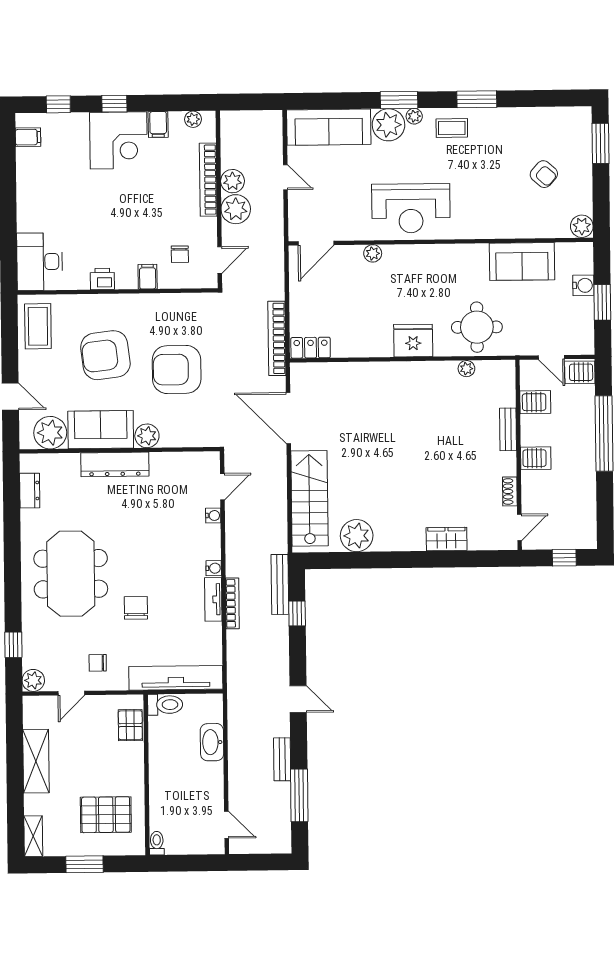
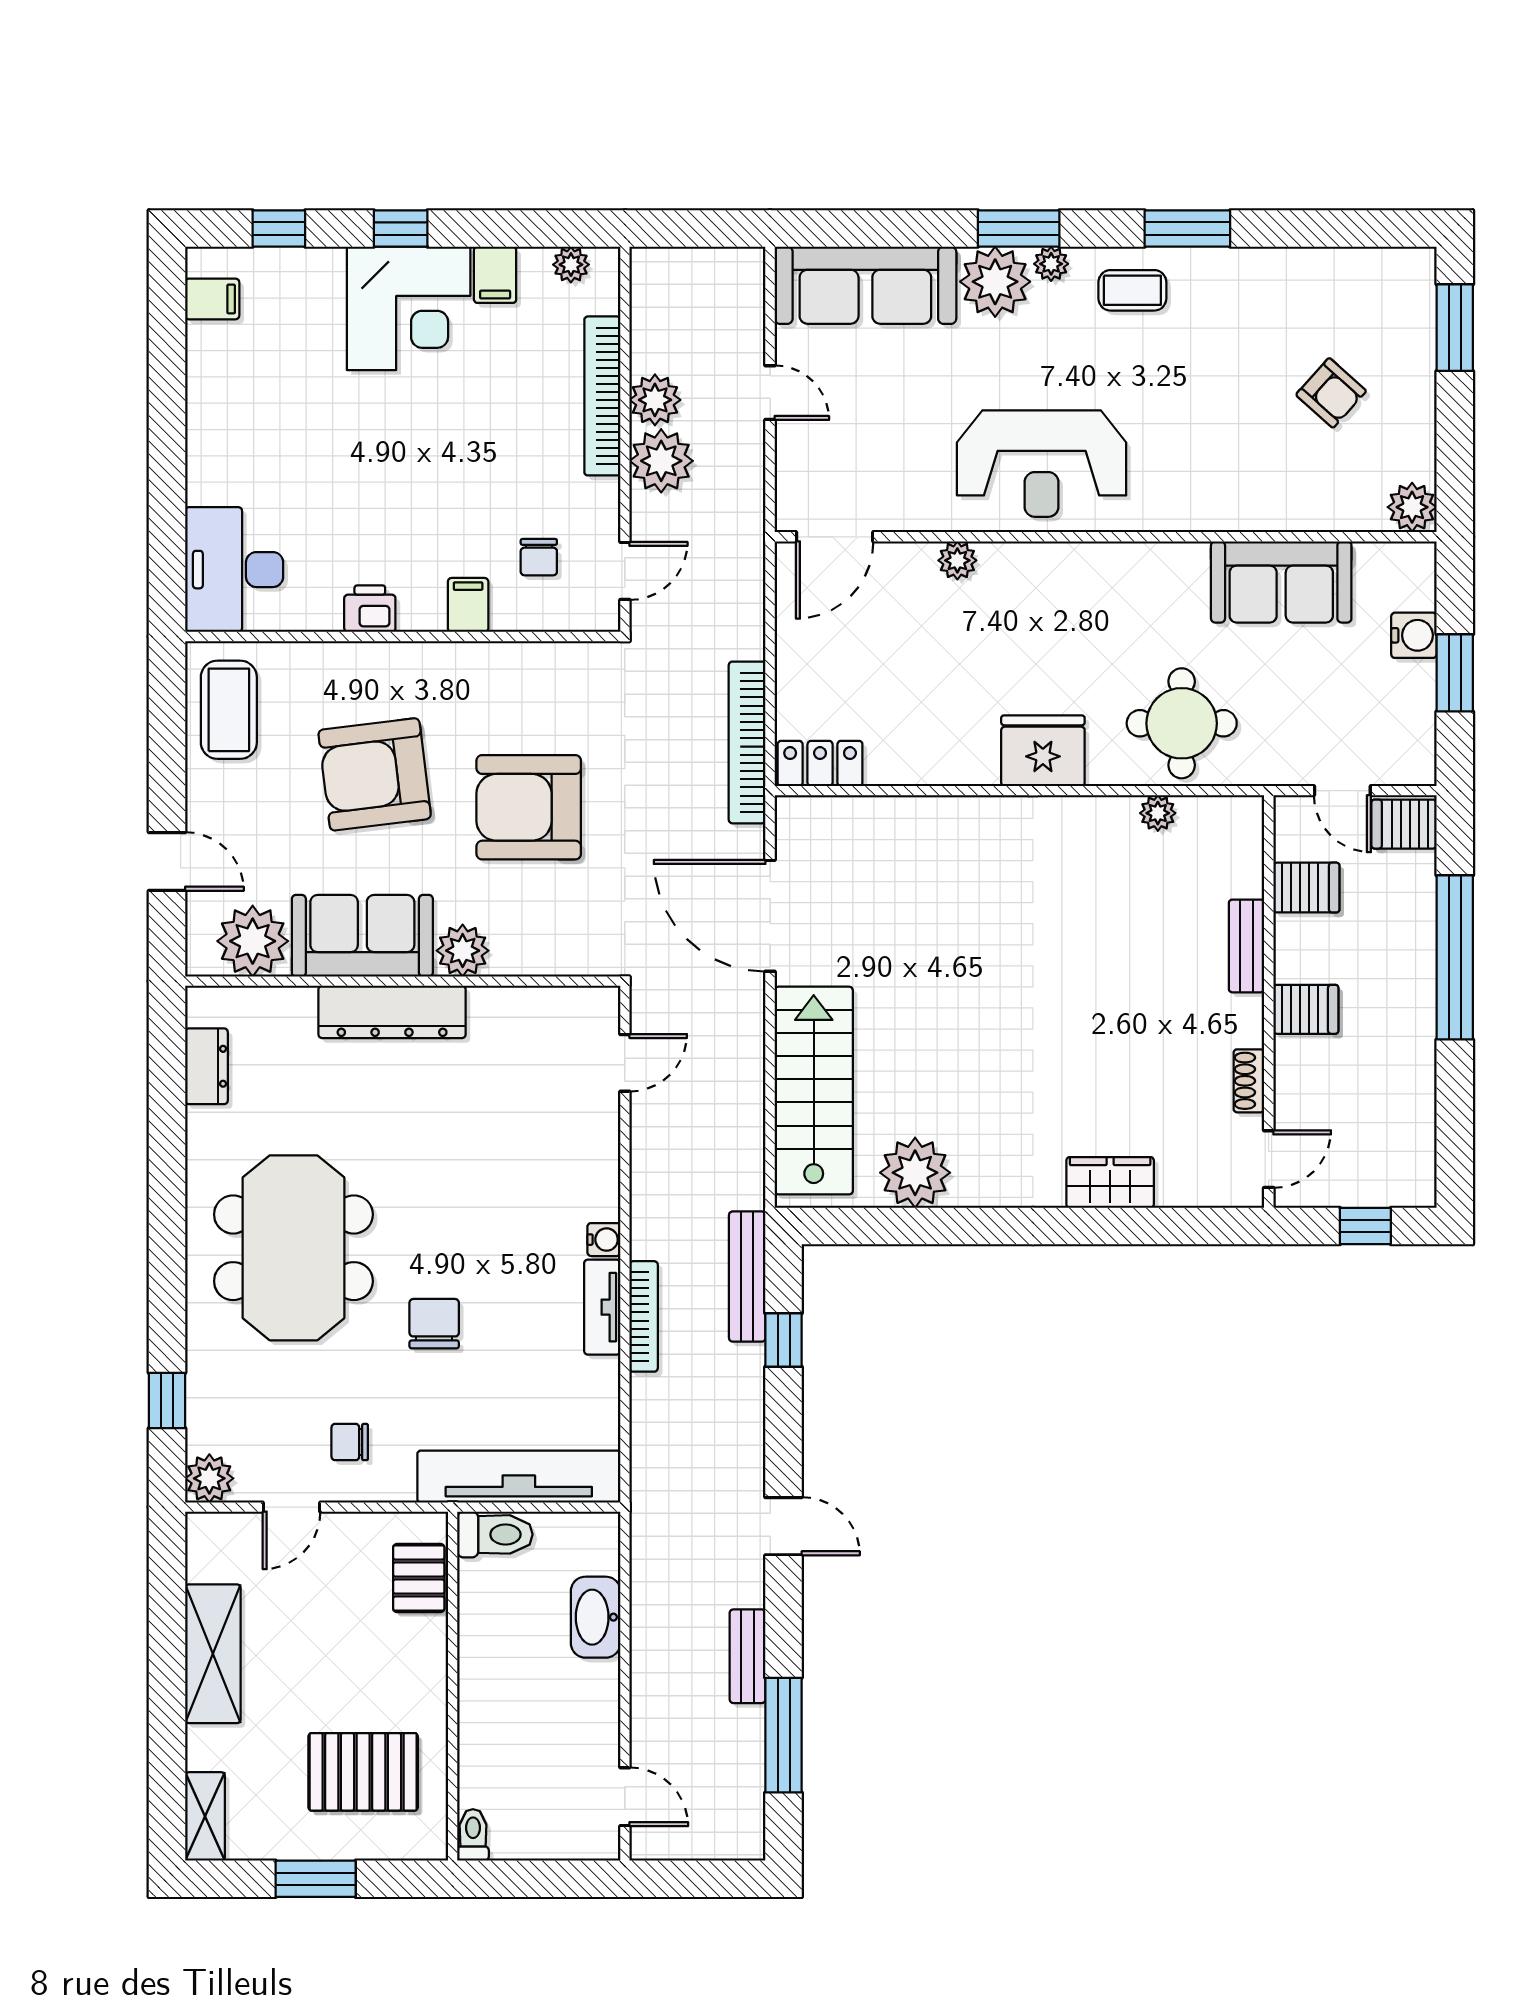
water cooler: (213, 516) -> (604, 1125), removed

